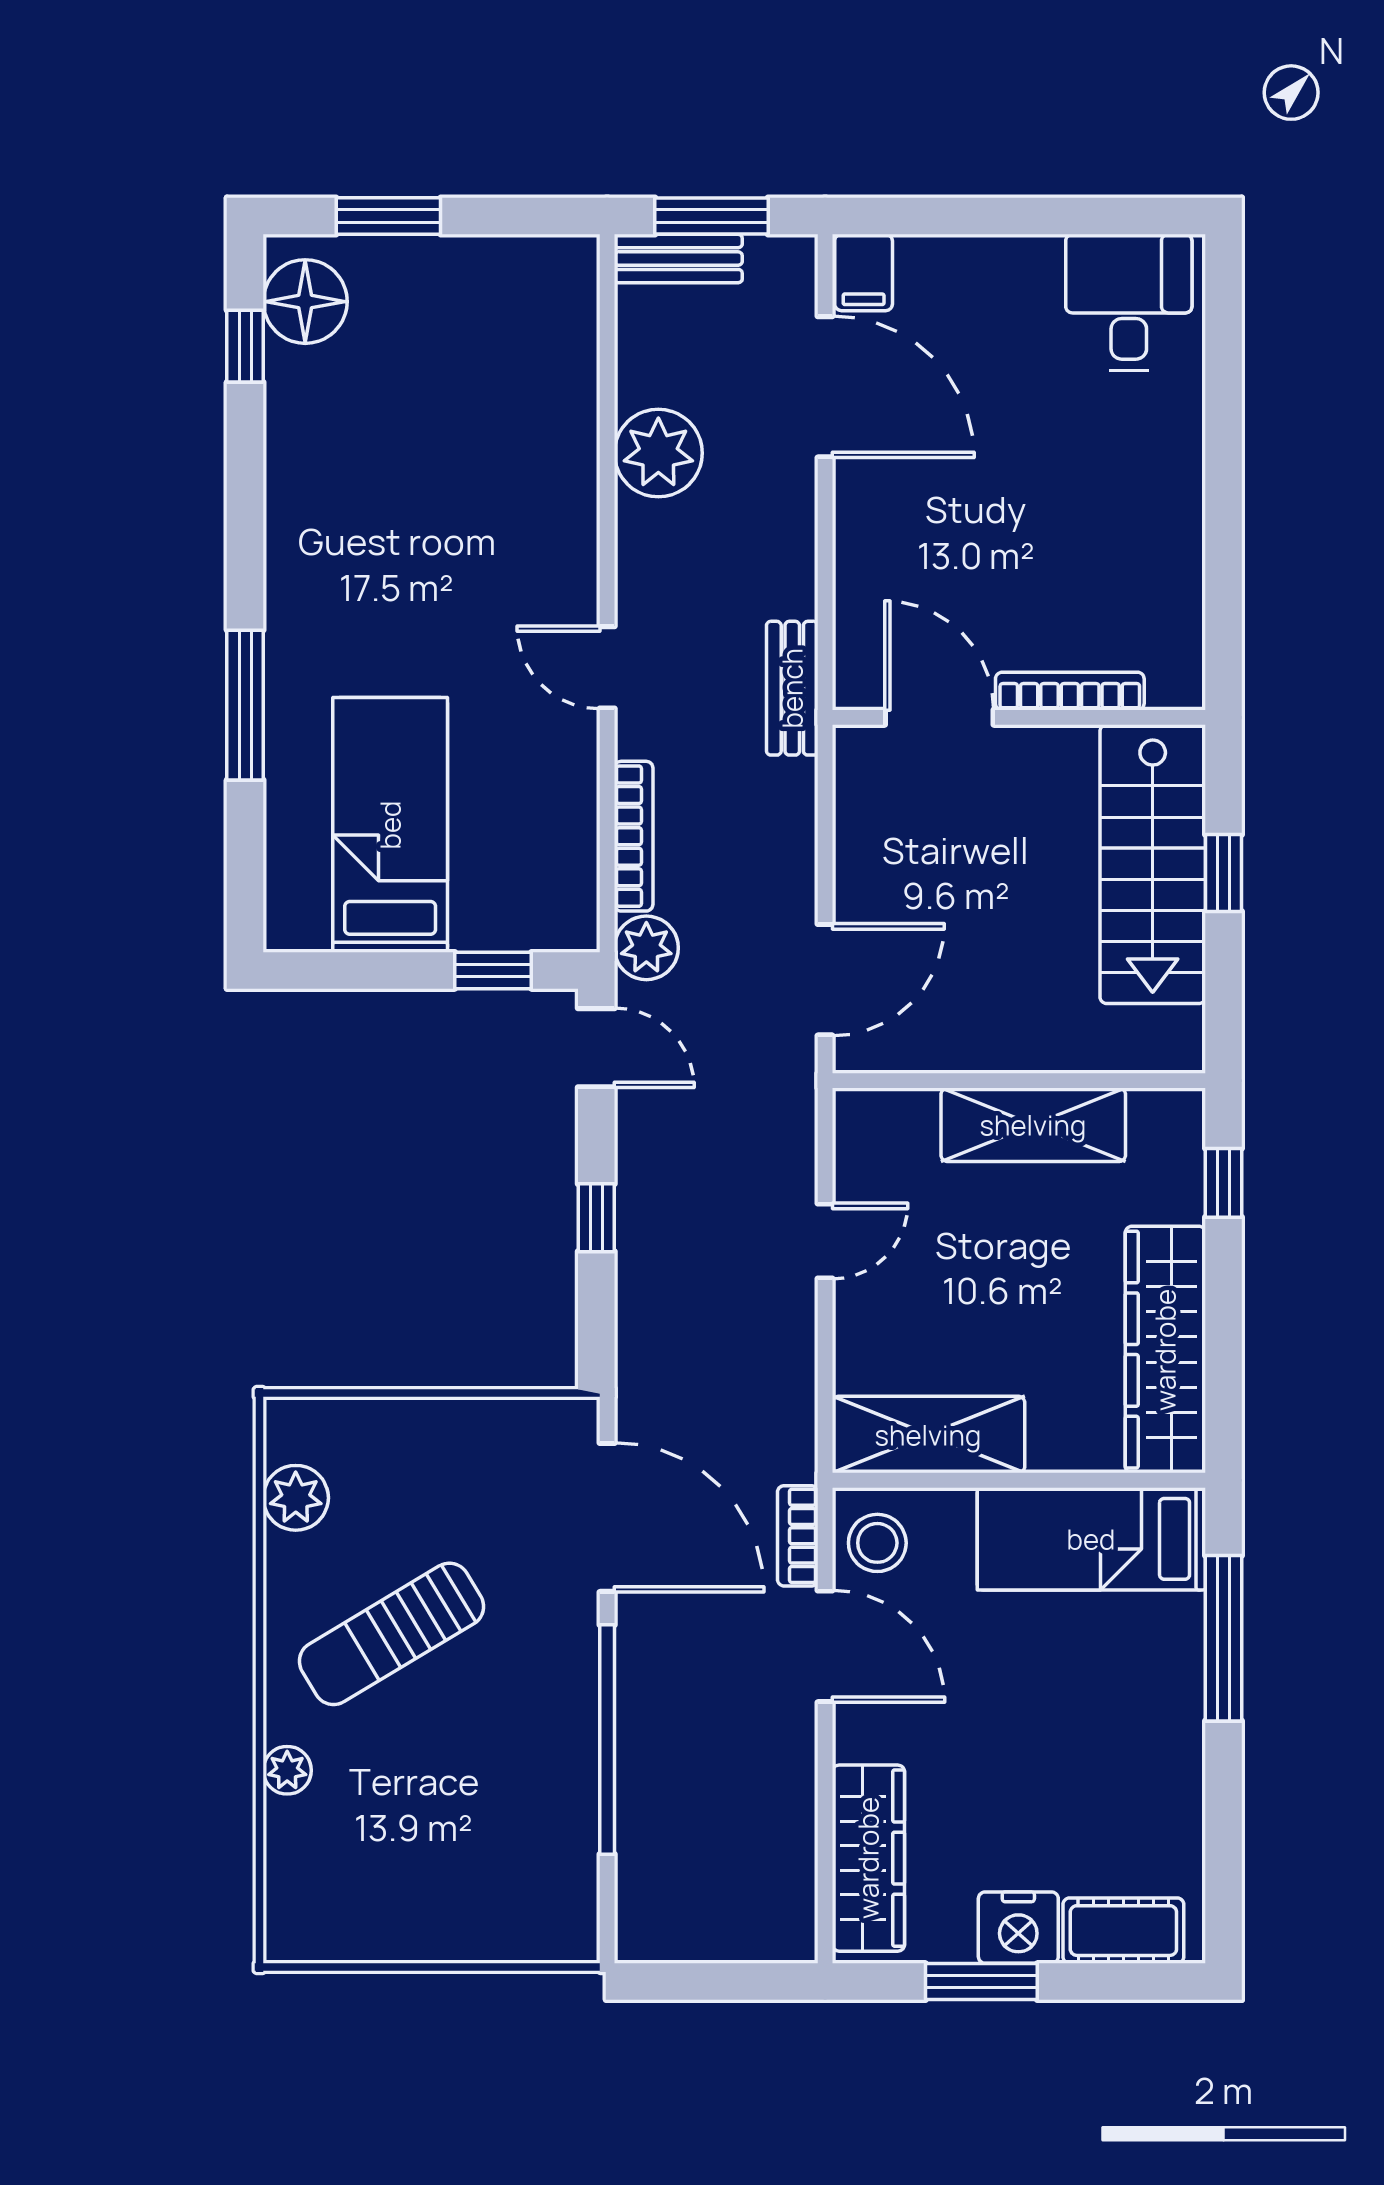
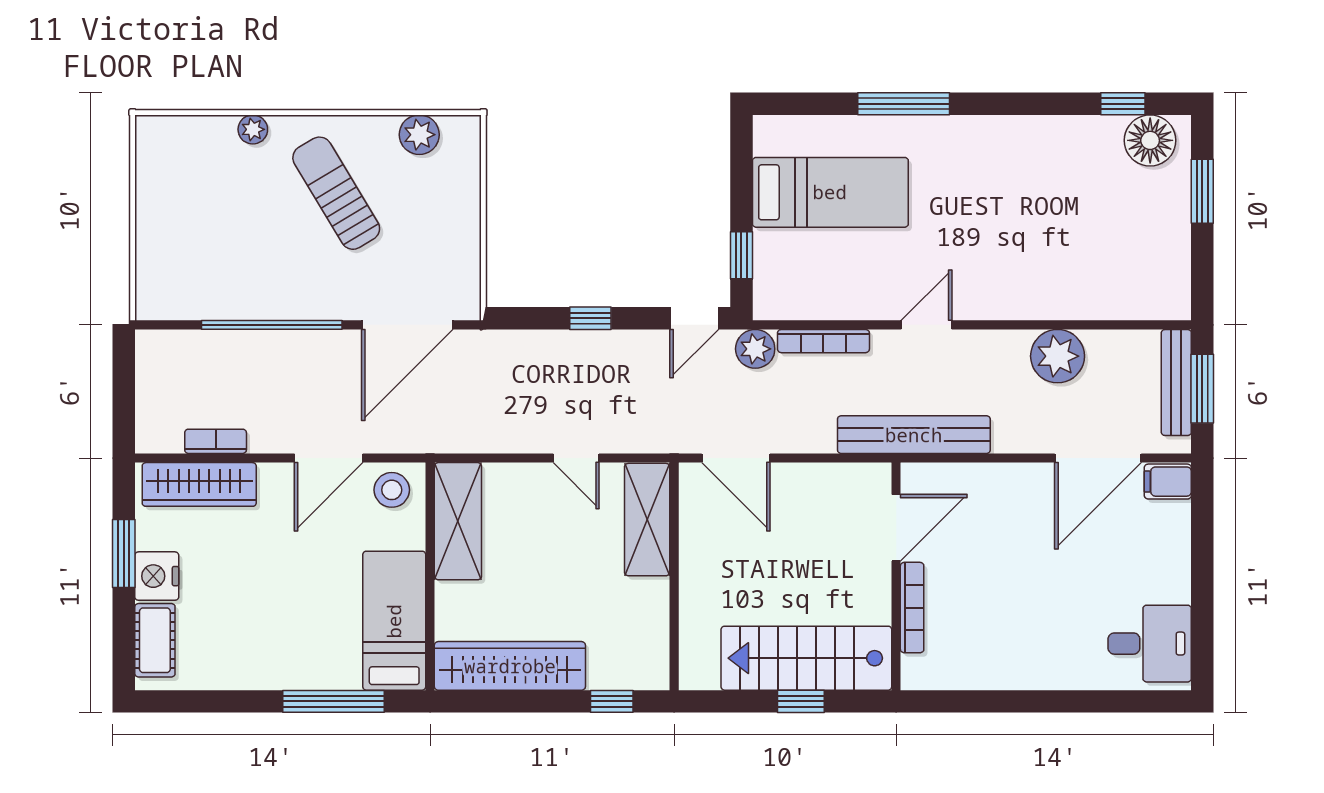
bench: (678, 259) -> (1176, 382), width x1.36
bench: (792, 688) -> (914, 435), width x1.86, depth x1.21
shelving: (1033, 1125) -> (647, 520), moved
bookcase: (798, 1536) -> (216, 441), moved

